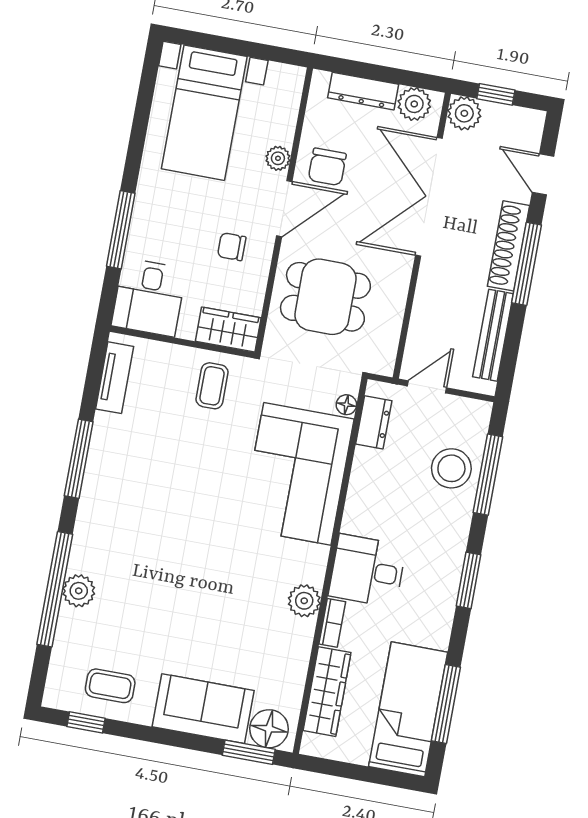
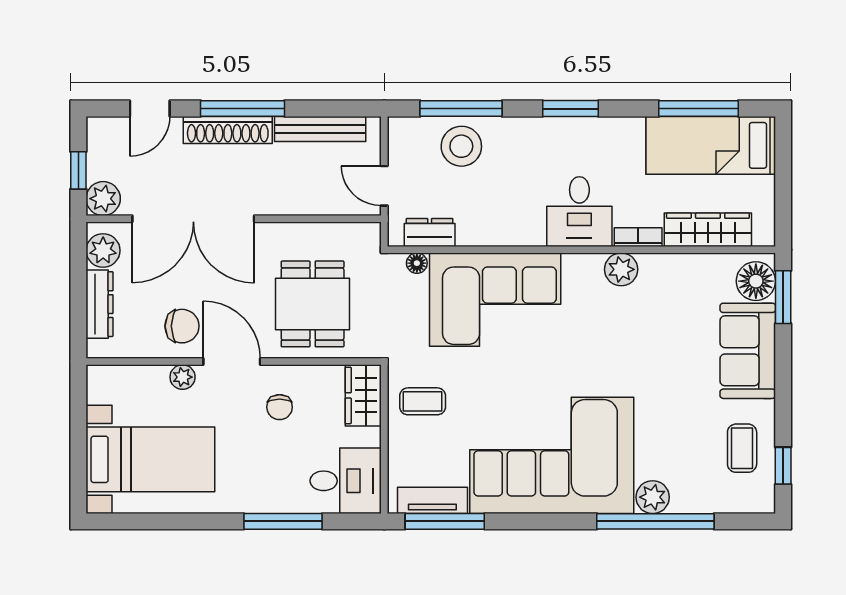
window: (79, 459) -> (445, 521), moved
corner sofa: (137, 501) -> (552, 455), added

